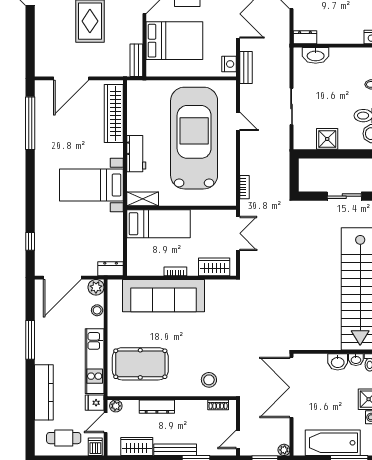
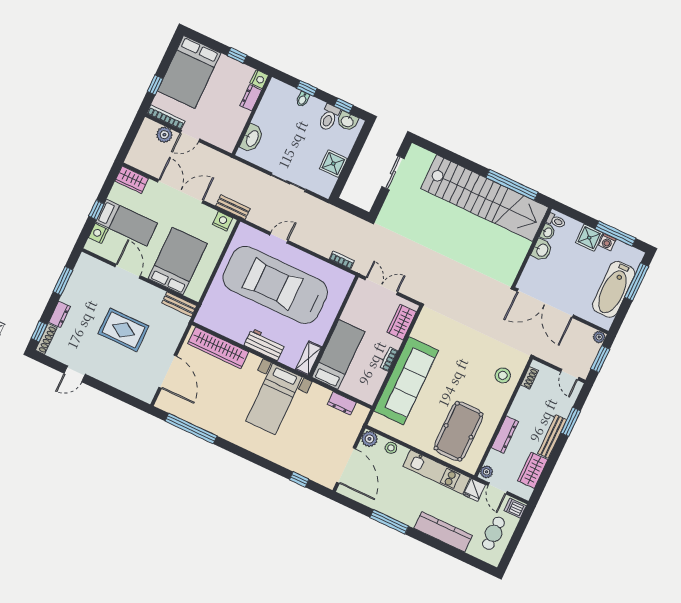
dresser: (305, 37) -> (251, 98), moved
dresser: (111, 269) -> (342, 403), moved, turned -90

